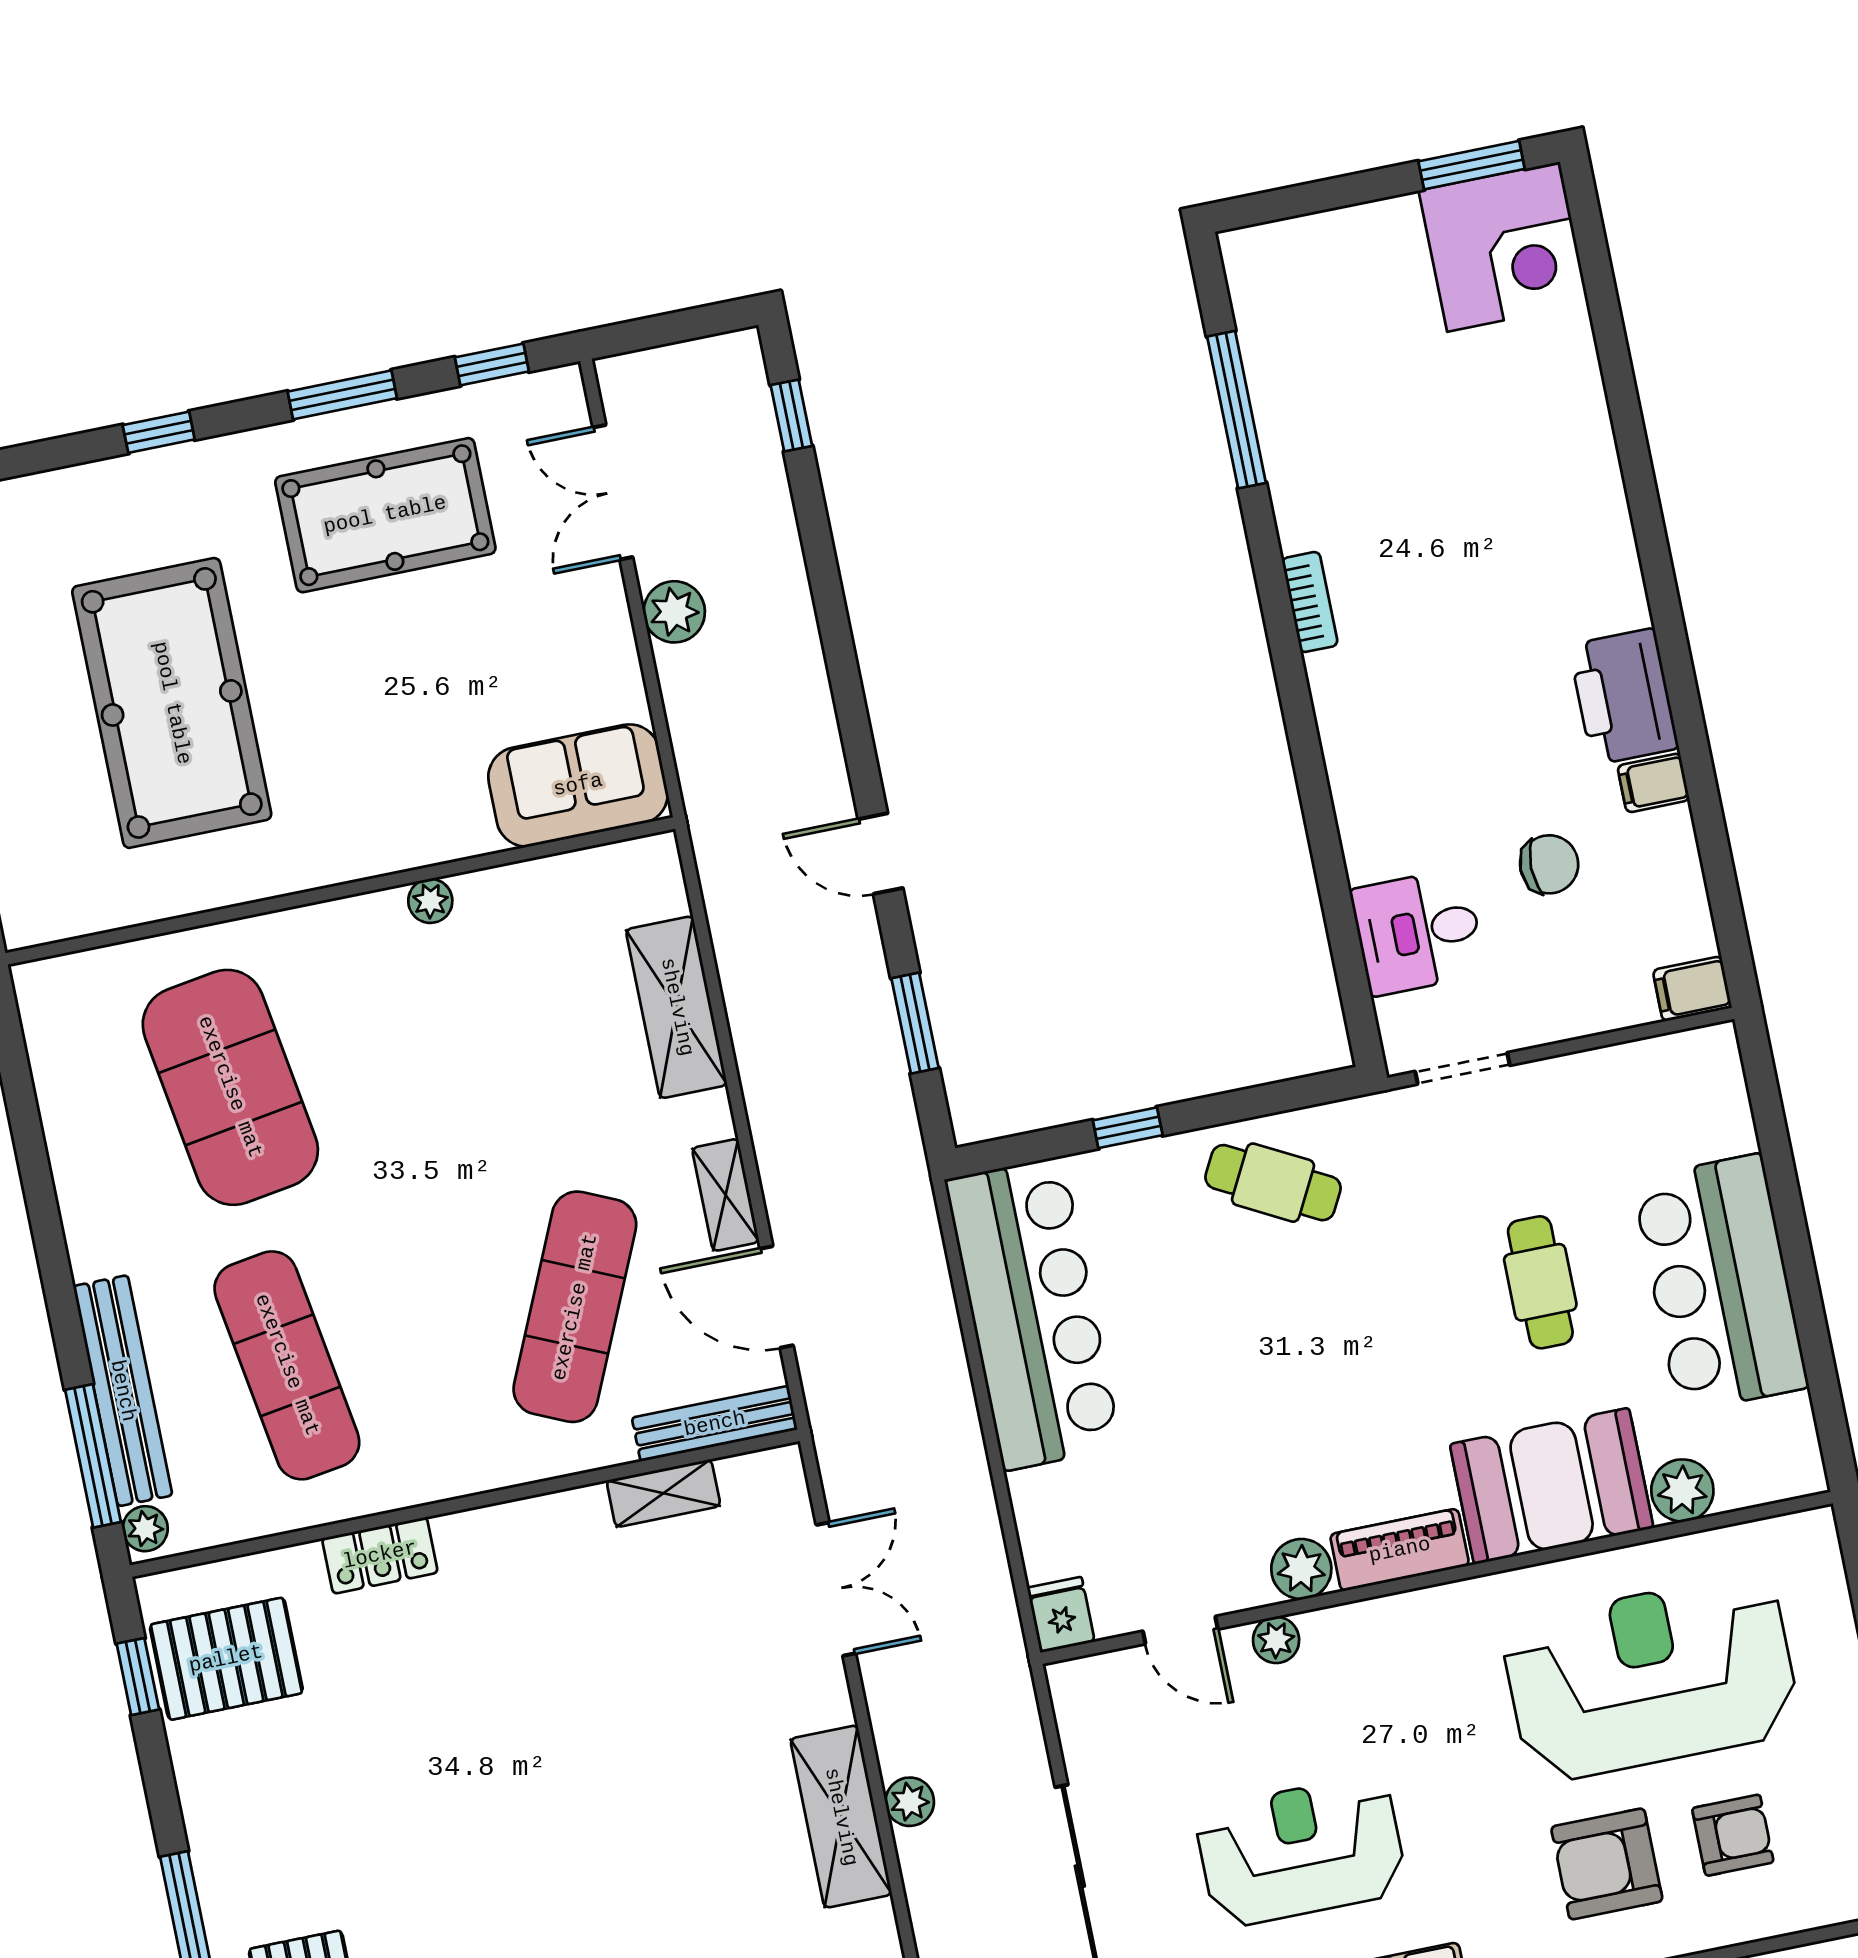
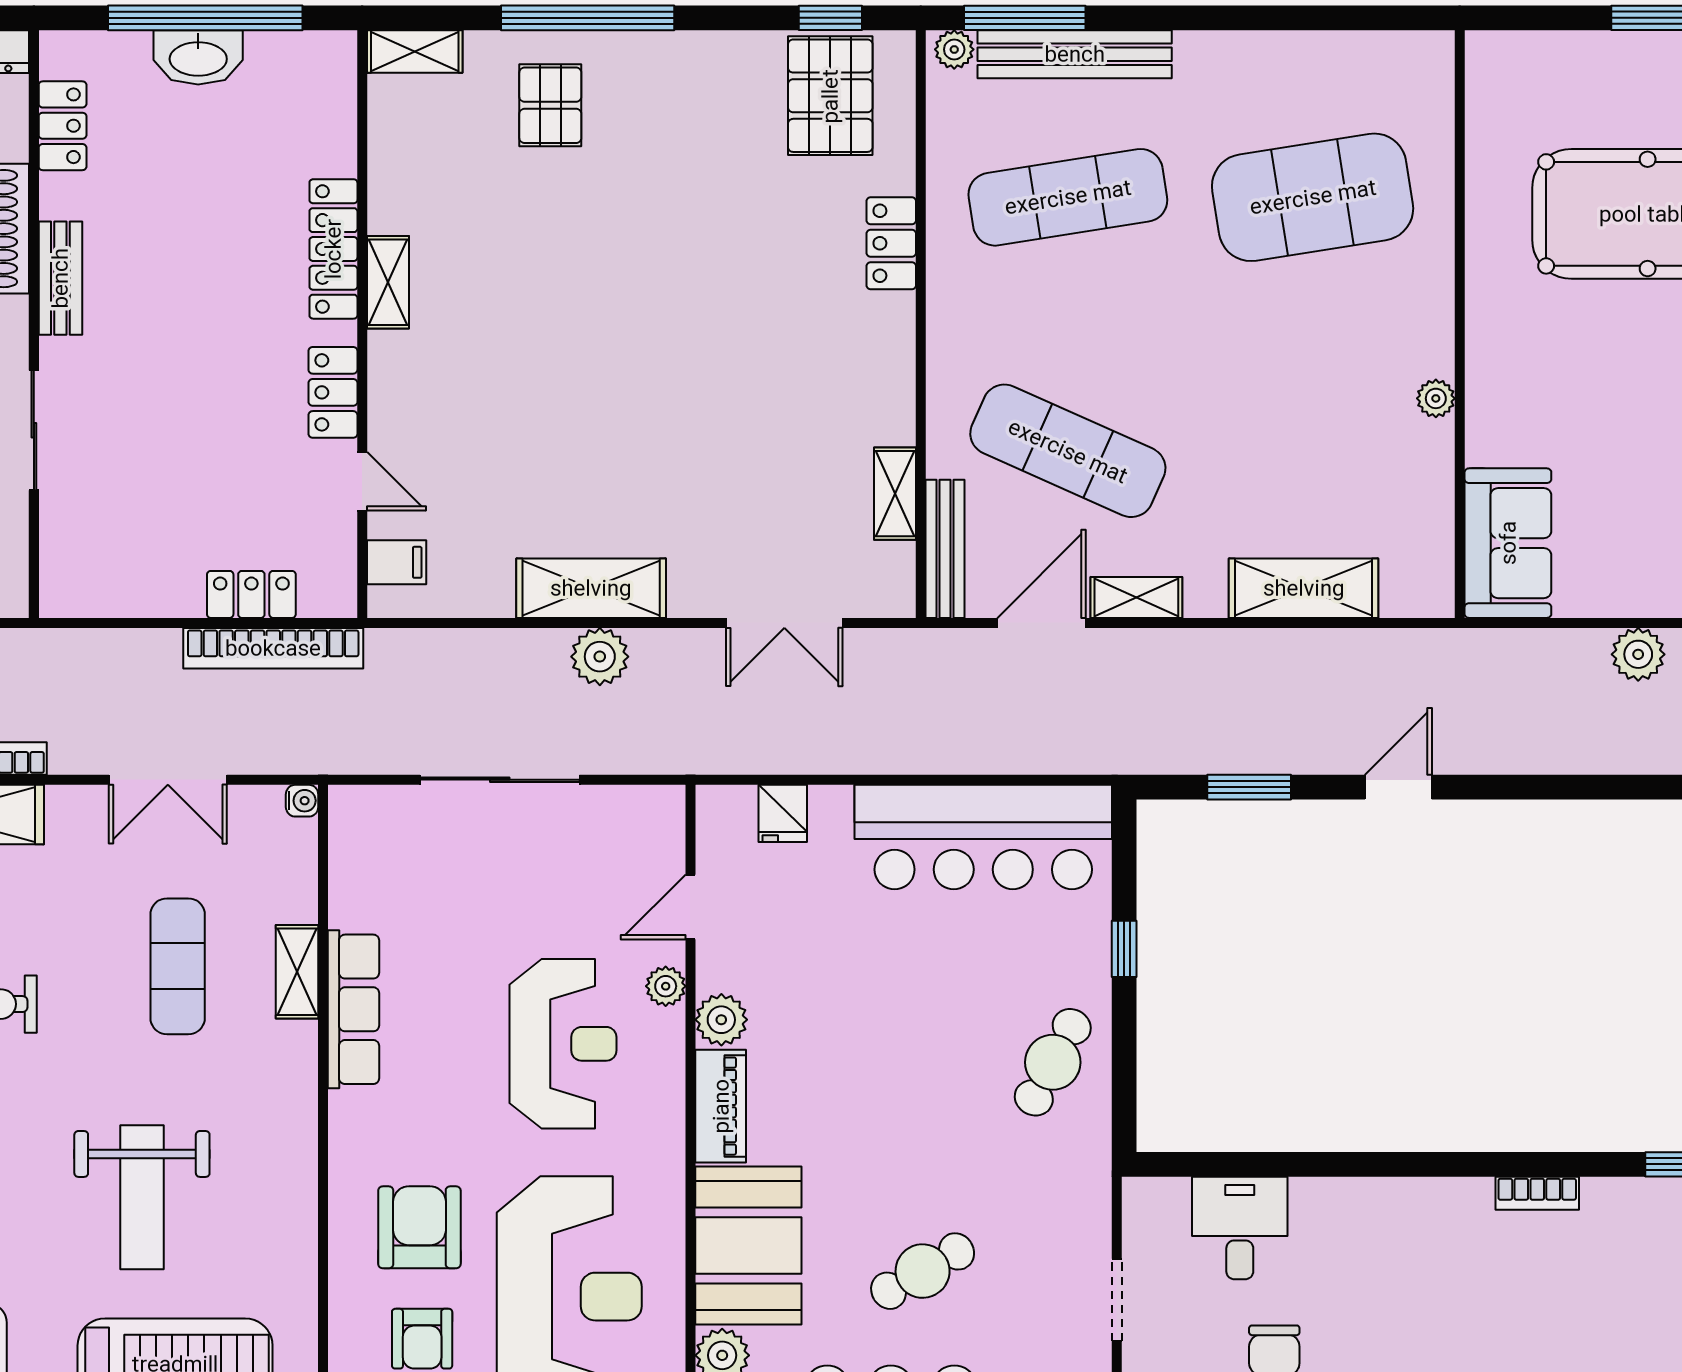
doorway: (1462, 1068) -> (1117, 1300), moved
cafe table: (1540, 1282) -> (923, 1271), turned -30
fridge: (1061, 1615) -> (783, 813), moved, turned 90
plant: (910, 1802) -> (600, 657), width x1.38, depth x1.38
reception desk: (1301, 1851) -> (563, 1044), moved

